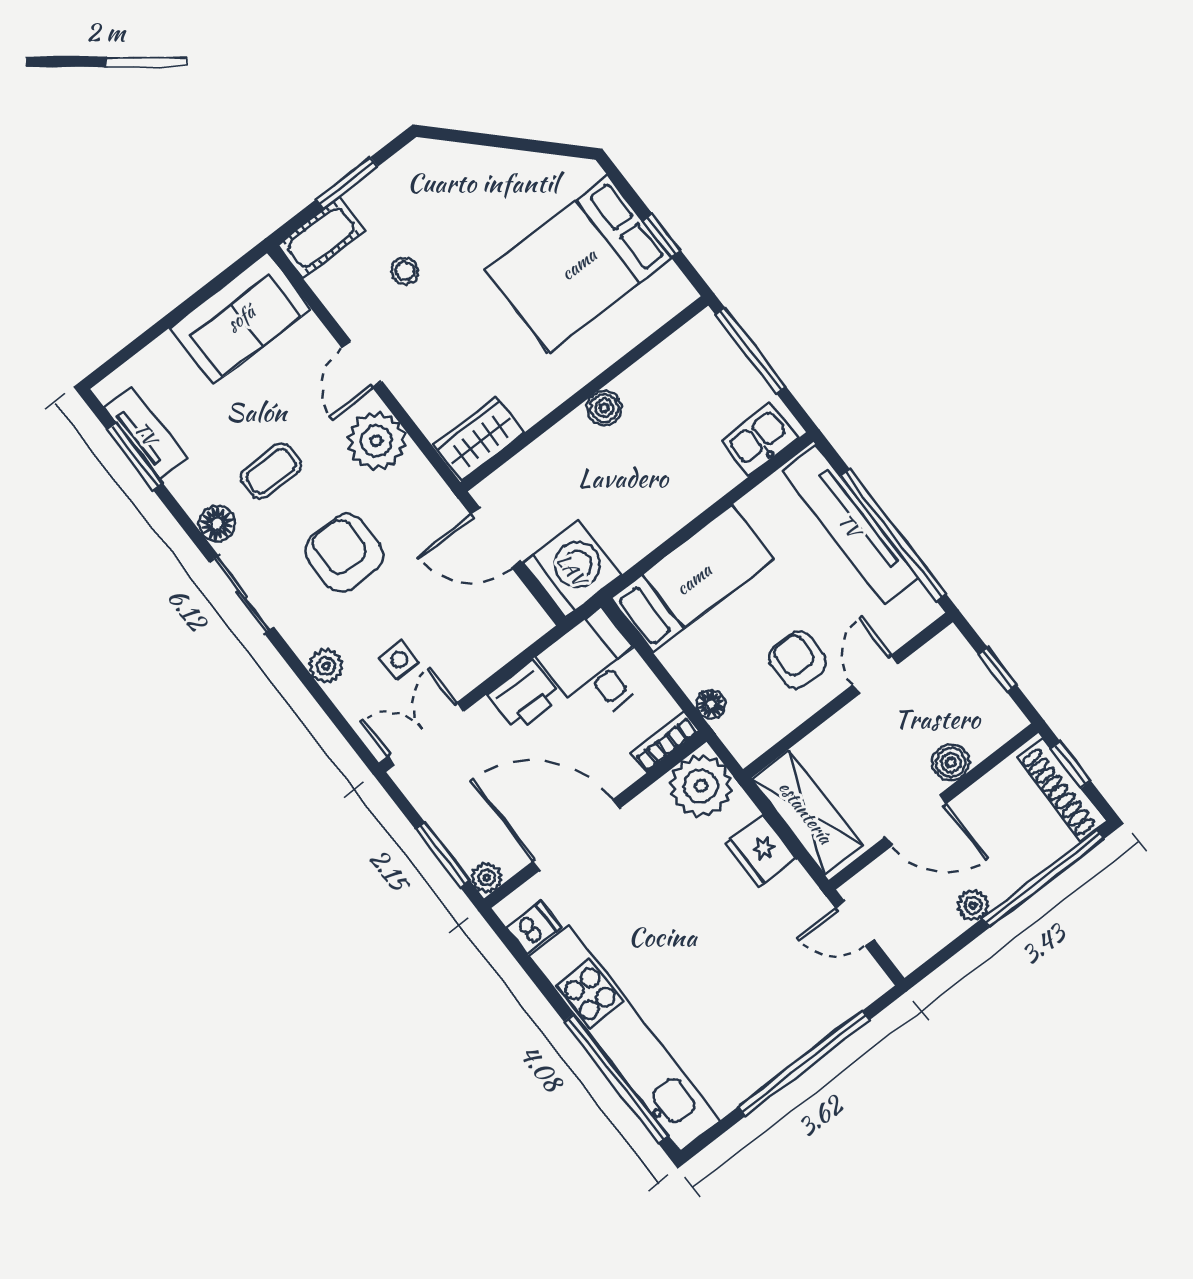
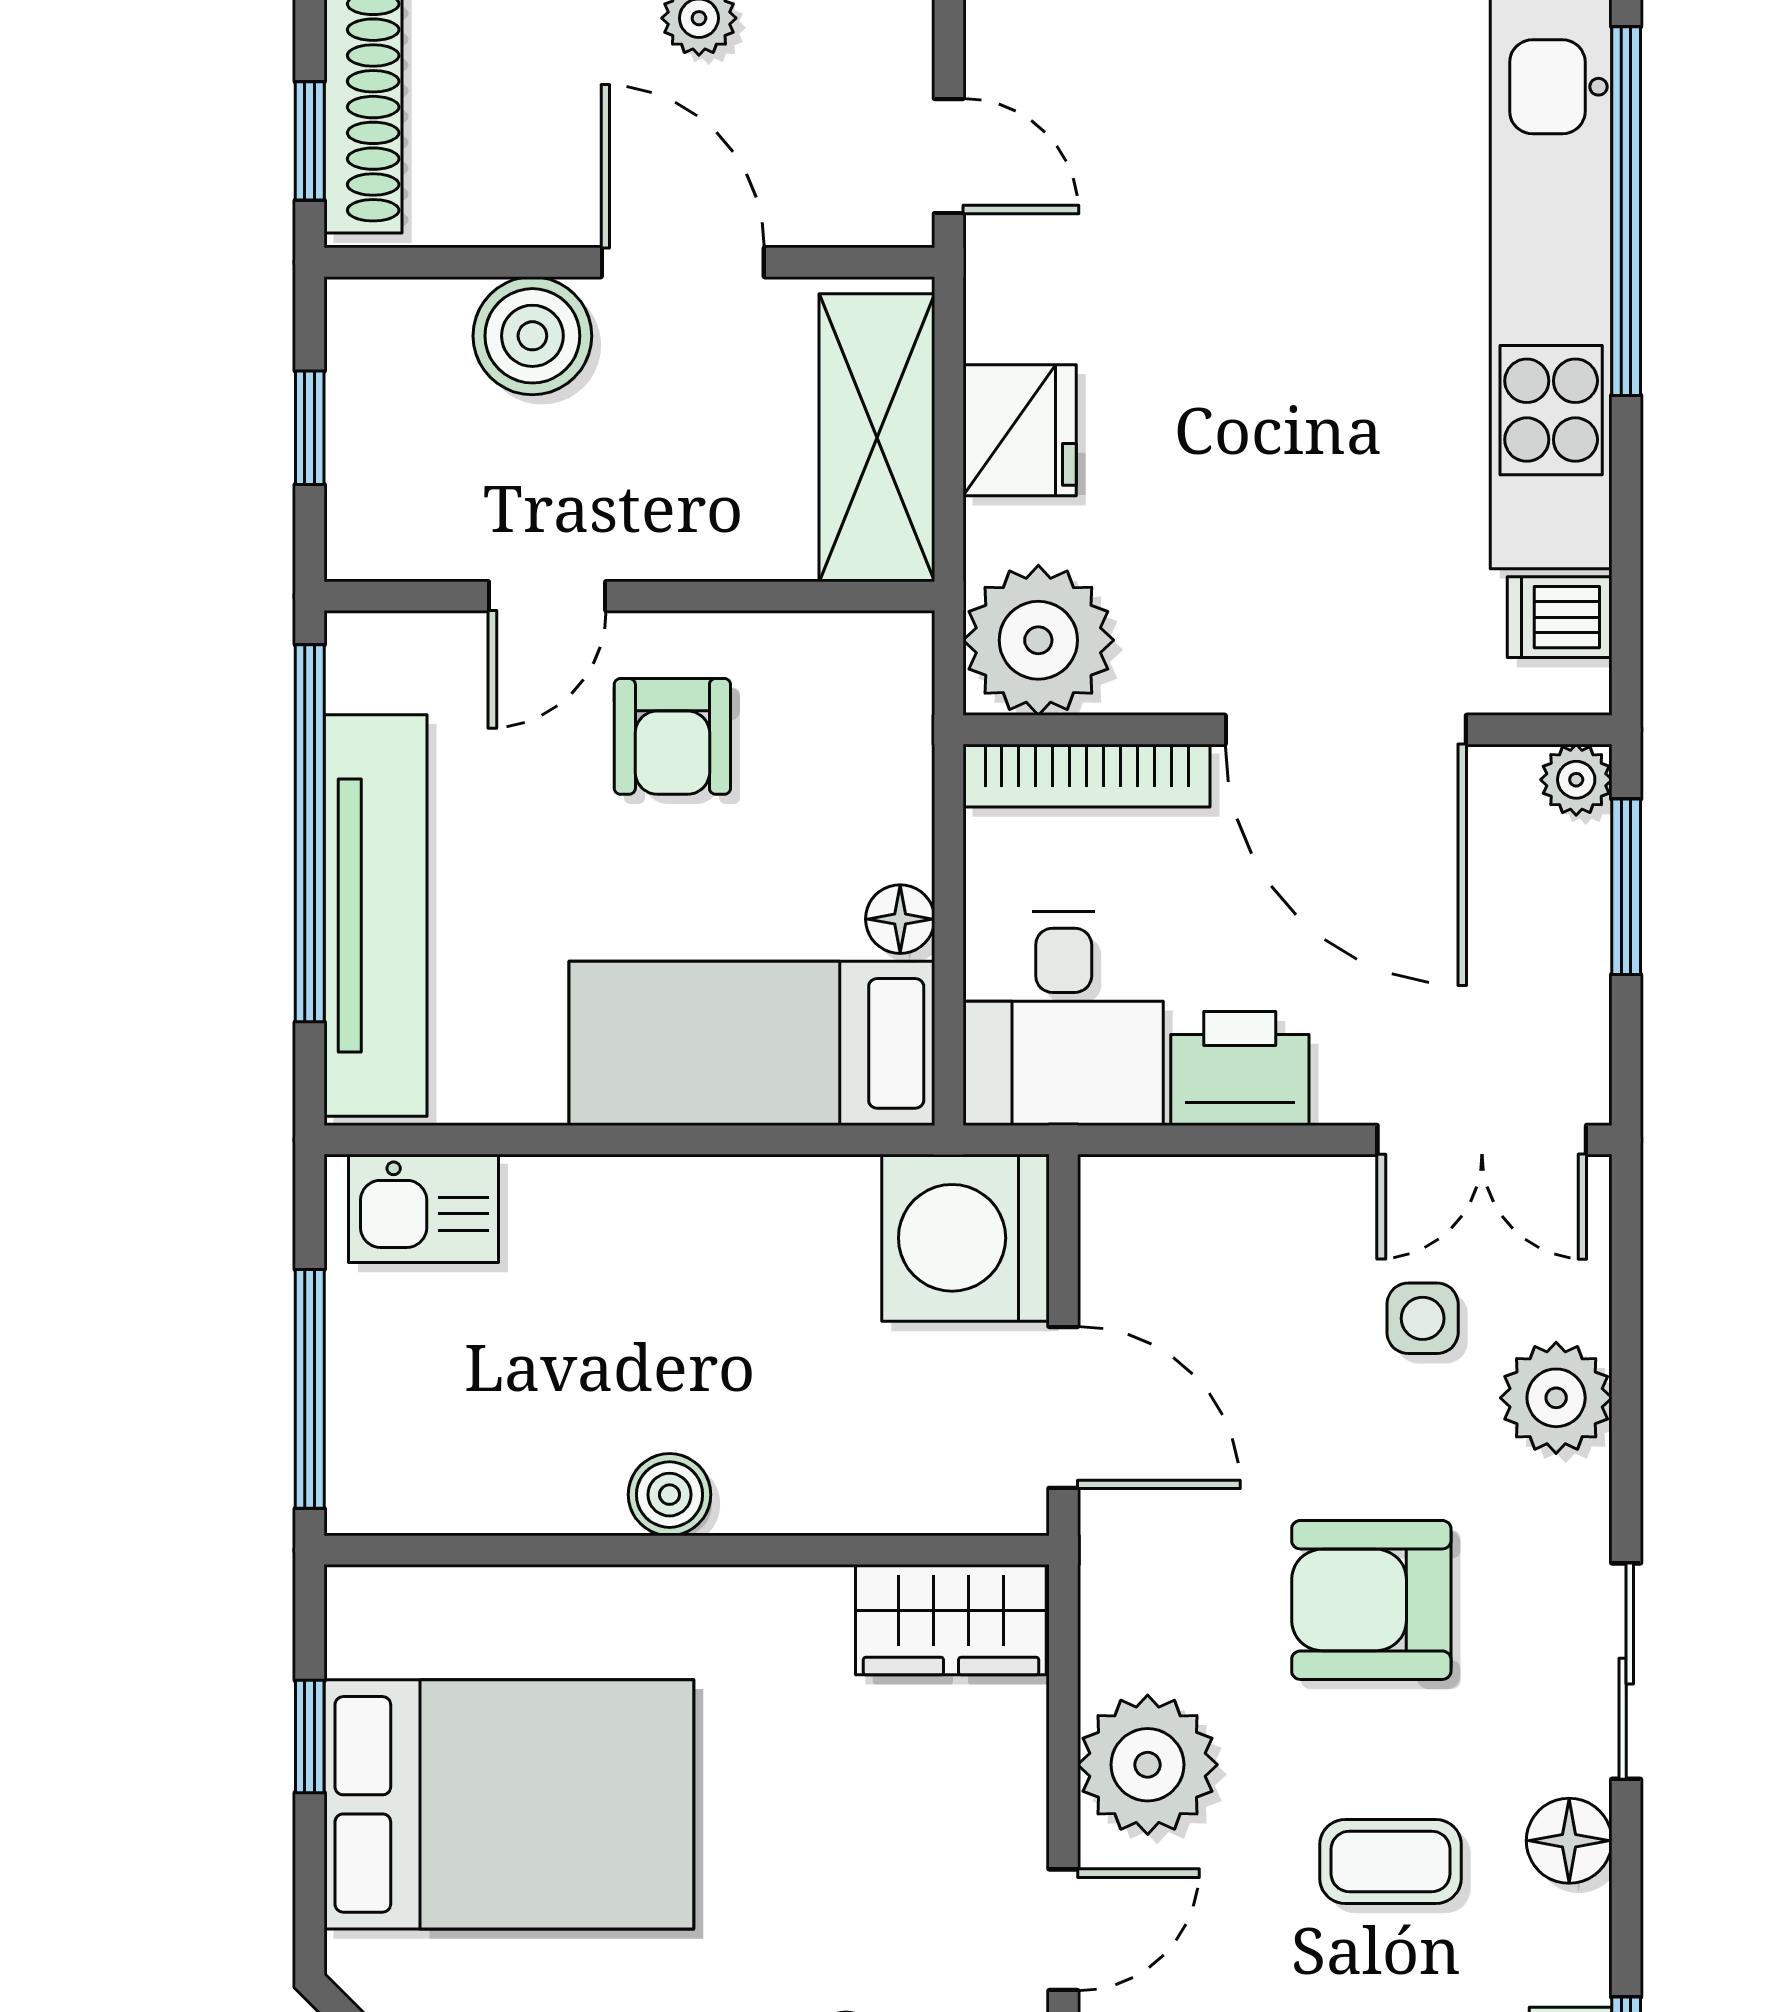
armchair: (344, 553) -> (1371, 1600), turned 90
plant: (326, 666) -> (1556, 1398), width x1.38, depth x1.38
floor lamp: (711, 704) -> (900, 919), moved
bookcase: (665, 742) -> (1087, 776), width x1.56
boiler: (951, 762) -> (532, 336), width x1.36, depth x1.36

